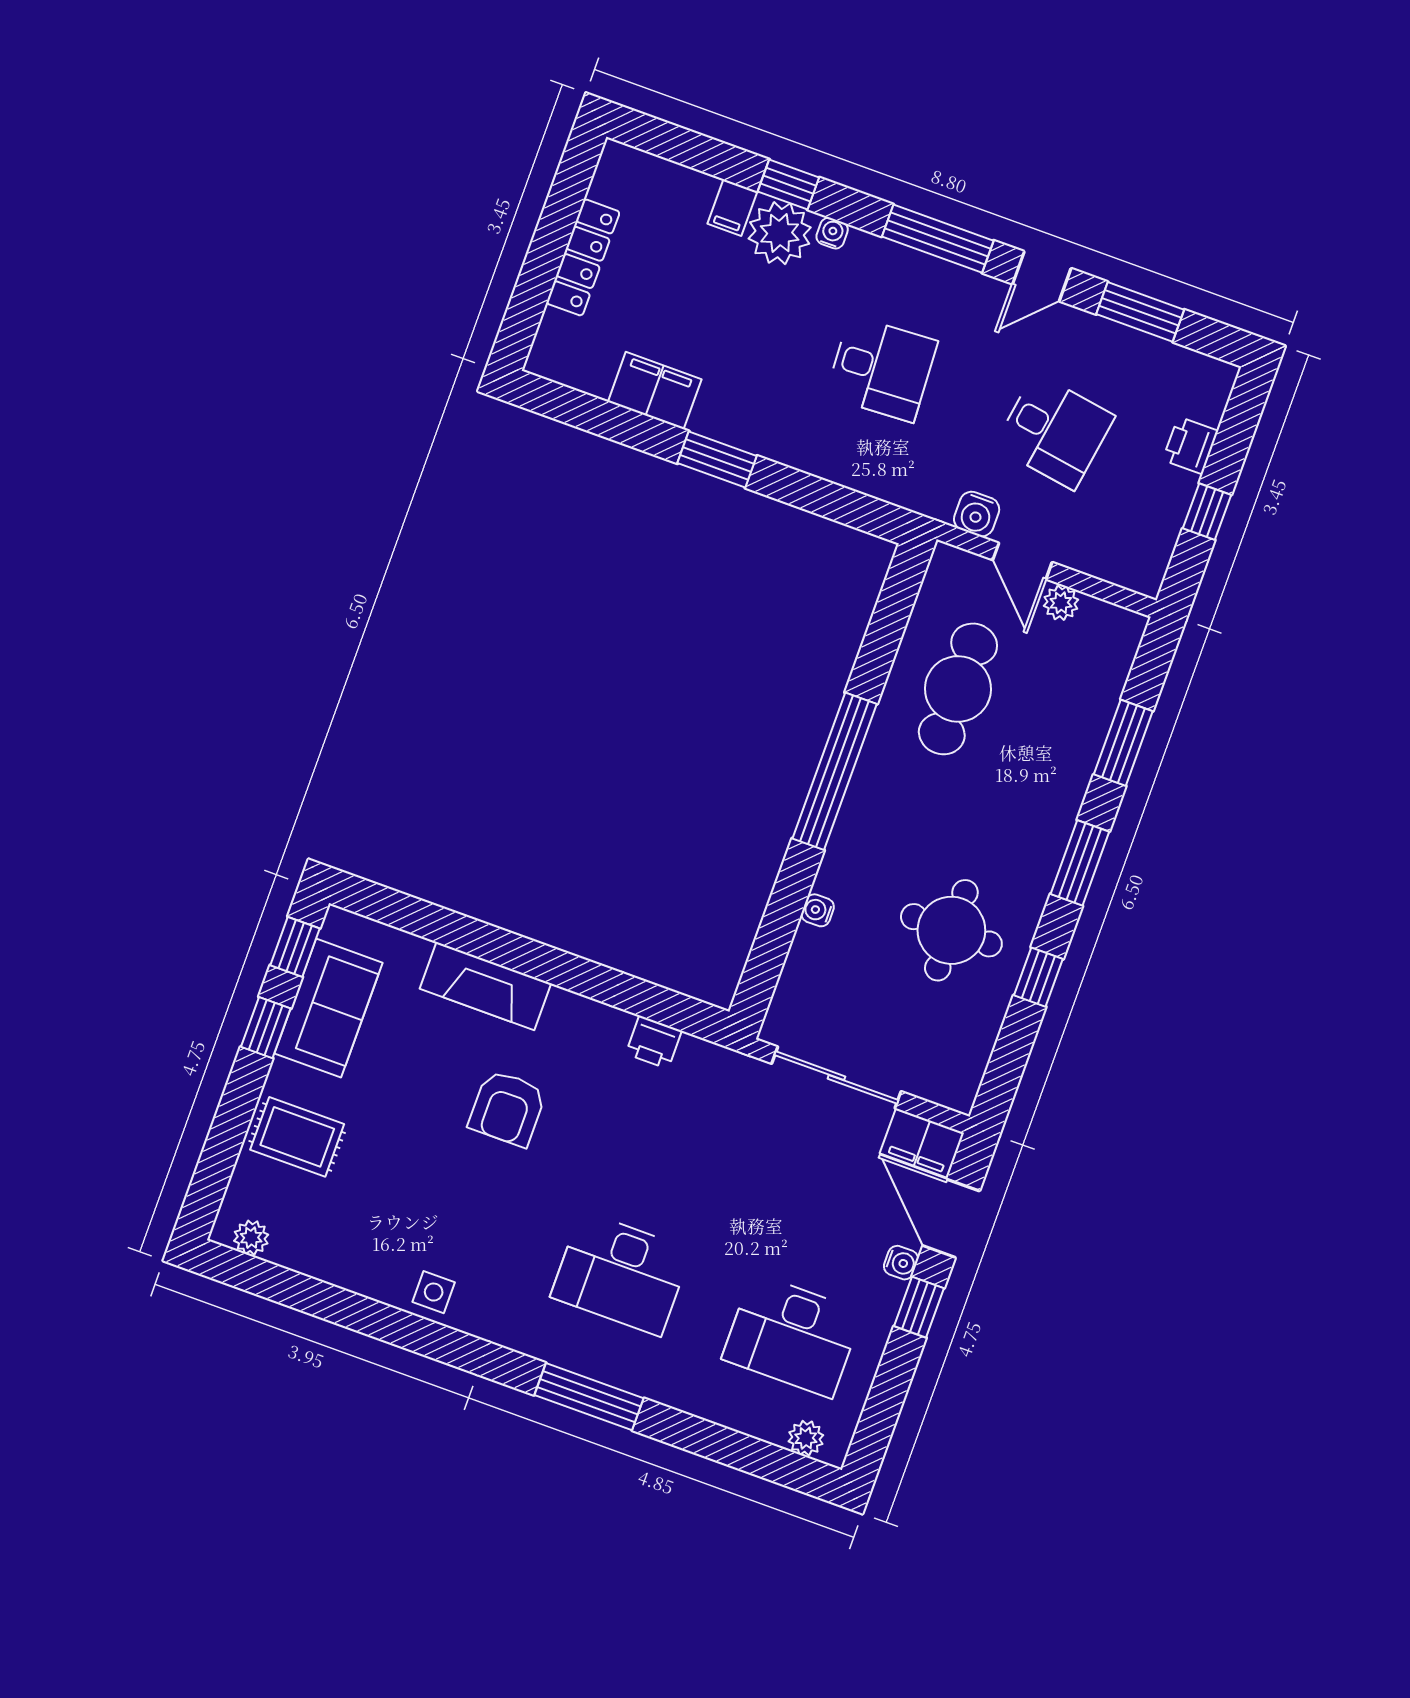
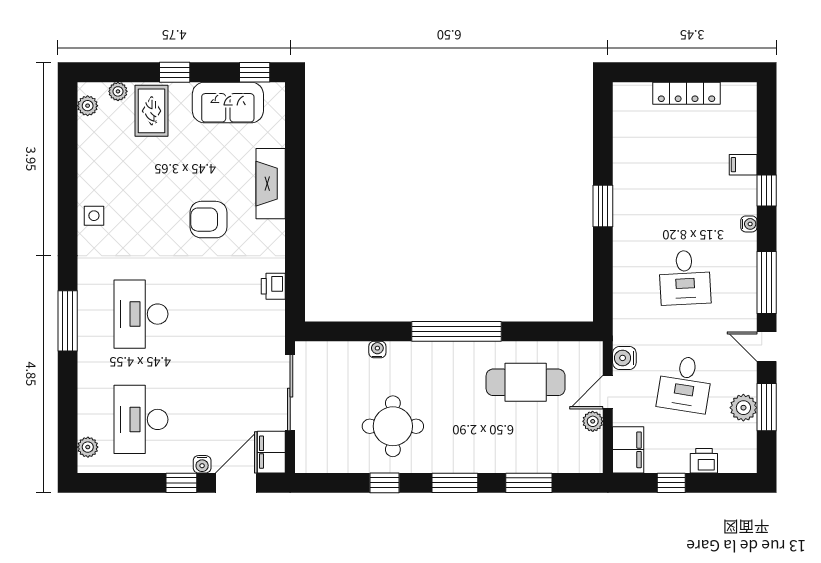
plant: (780, 233) -> (743, 408), moved, width x0.73, depth x0.73
filing cabinet: (655, 391) -> (628, 450), moved
window: (266, 1028) -> (175, 72), moved
plant: (246, 1180) -> (118, 91), added

